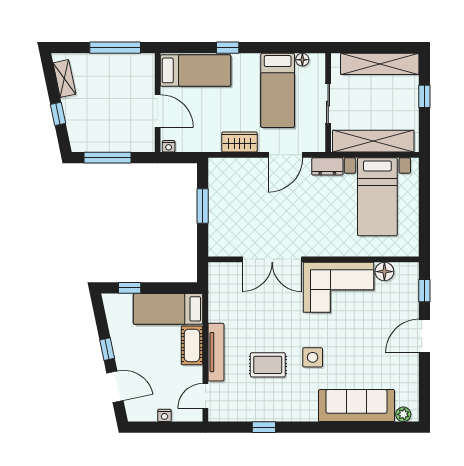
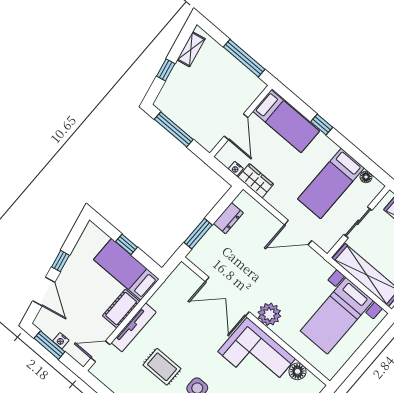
wardrobe: (239, 142) -> (256, 181), moved
nightstand: (169, 146) -> (236, 169), moved
dresser: (327, 166) -> (228, 218), moved, turned -90
window: (203, 206) -> (198, 234), moved
plant: (320, 244) -> (269, 314), added
window: (130, 288) -> (126, 244), moved
window: (158, 427) -> (50, 345), added

